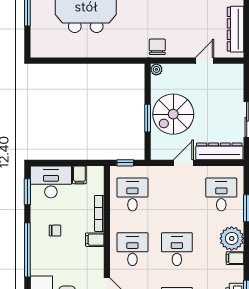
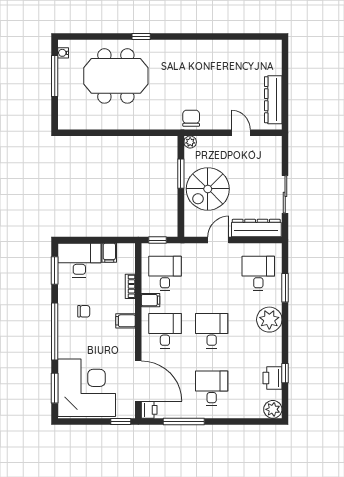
door: (204, 61) -> (241, 133), hinge flipped
window: (148, 118) -> (181, 174), moved
bookcase: (99, 213) -> (130, 286), width x0.64
filing cabinet: (235, 258) -> (151, 300), moved, turned 180

